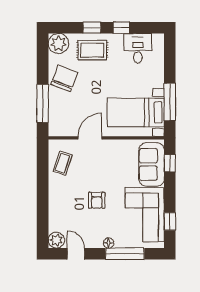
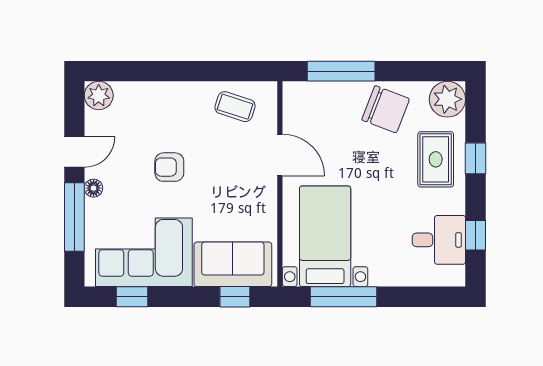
window: (121, 28) -> (475, 235), moved
door: (76, 254) -> (74, 152), moved

